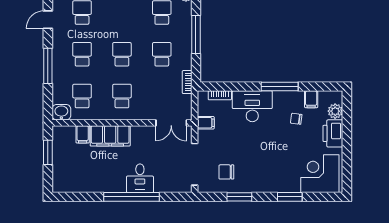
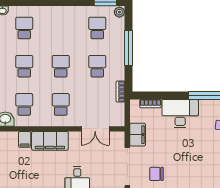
double door: (171, 123) -> (95, 129), moved
filing cabinet: (206, 123) -> (138, 135), width x2.00

